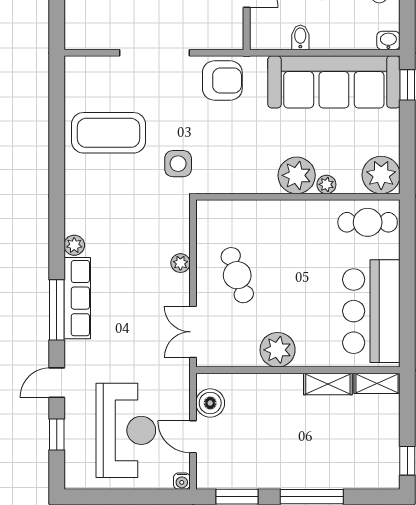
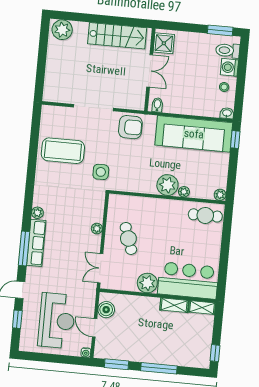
bidet: (300, 37) -> (157, 105), moved
plant: (381, 175) -> (220, 195), width x0.53, depth x0.53
bar counter: (371, 311) -> (188, 280), moved, turned 90

